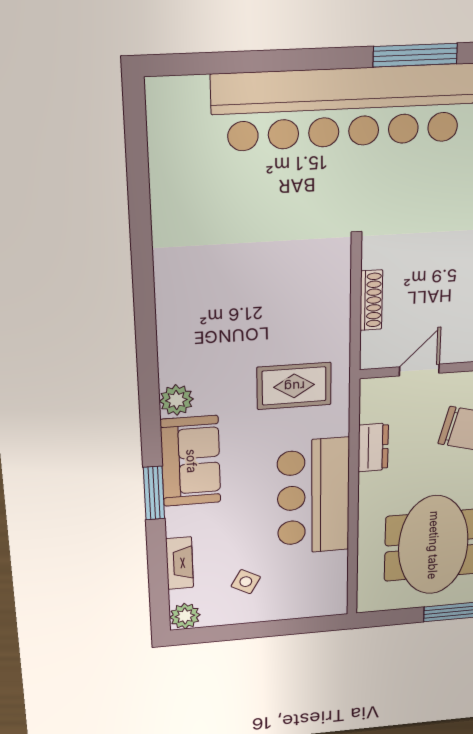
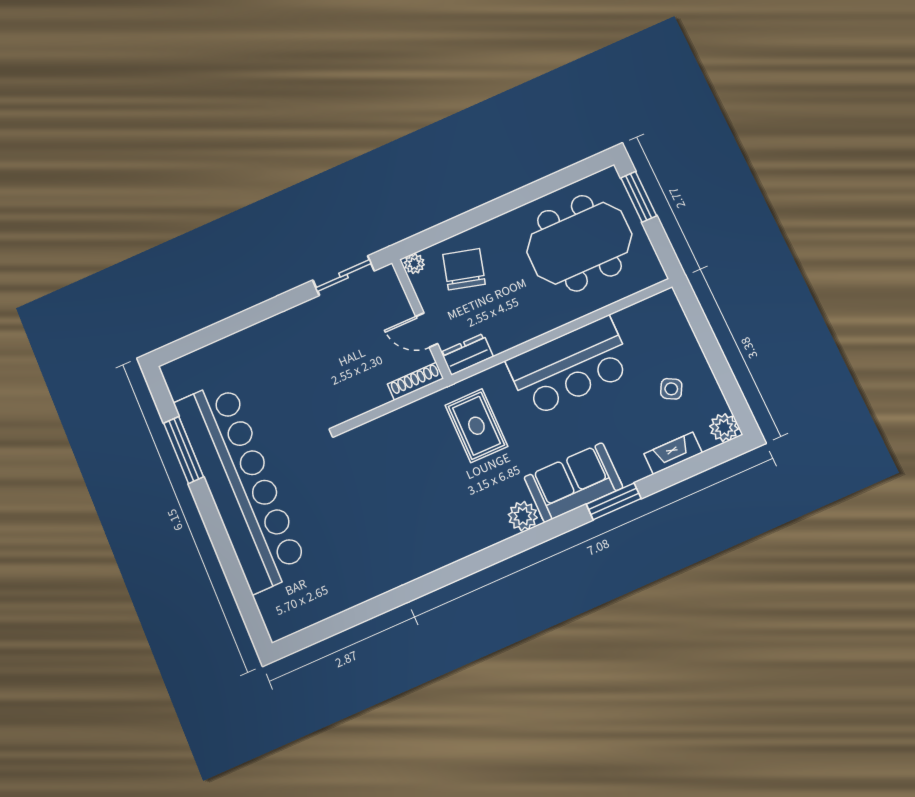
shoe rack: (371, 300) -> (416, 381), moved
dresser: (373, 447) -> (467, 354), moved

